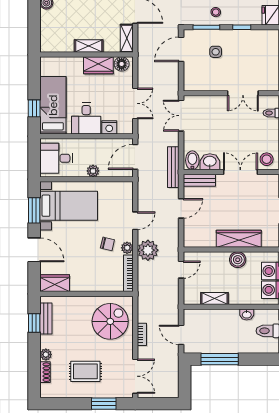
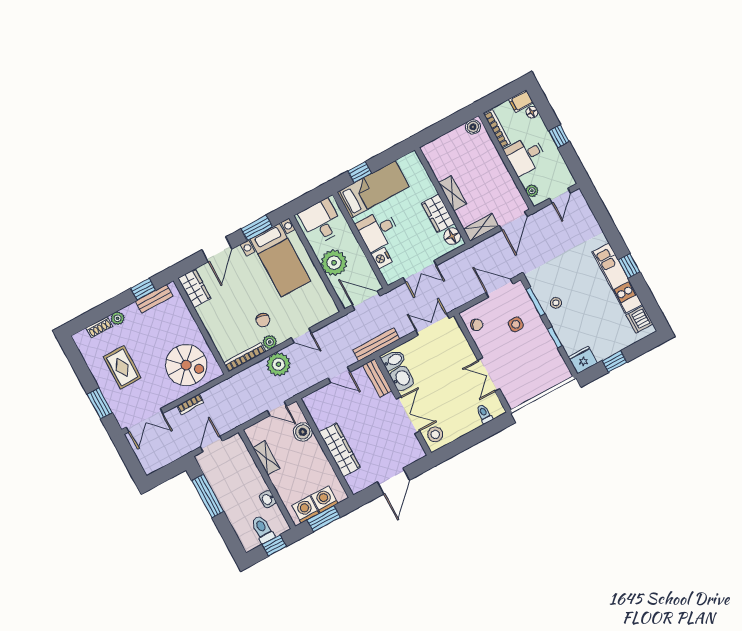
chair: (200, 82) -> (477, 325), added
plant: (93, 171) -> (334, 263), width x1.88, depth x1.88
boiler: (238, 260) -> (303, 432), moved

